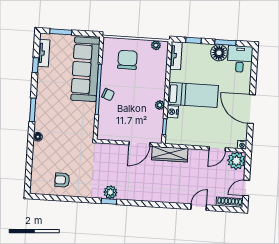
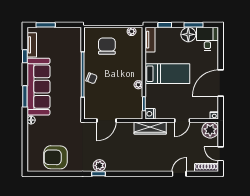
sofa: (86, 69) -> (38, 87), moved, turned 180
door: (251, 109) -> (221, 83), hinge flipped
nightstand: (172, 112) -> (150, 114), moved
door: (139, 144) -> (107, 121), moved
door: (217, 149) -> (182, 121), moved
armchair: (62, 180) -> (55, 157), width x1.88, depth x1.88
door: (246, 188) -> (221, 154), hinge flipped

